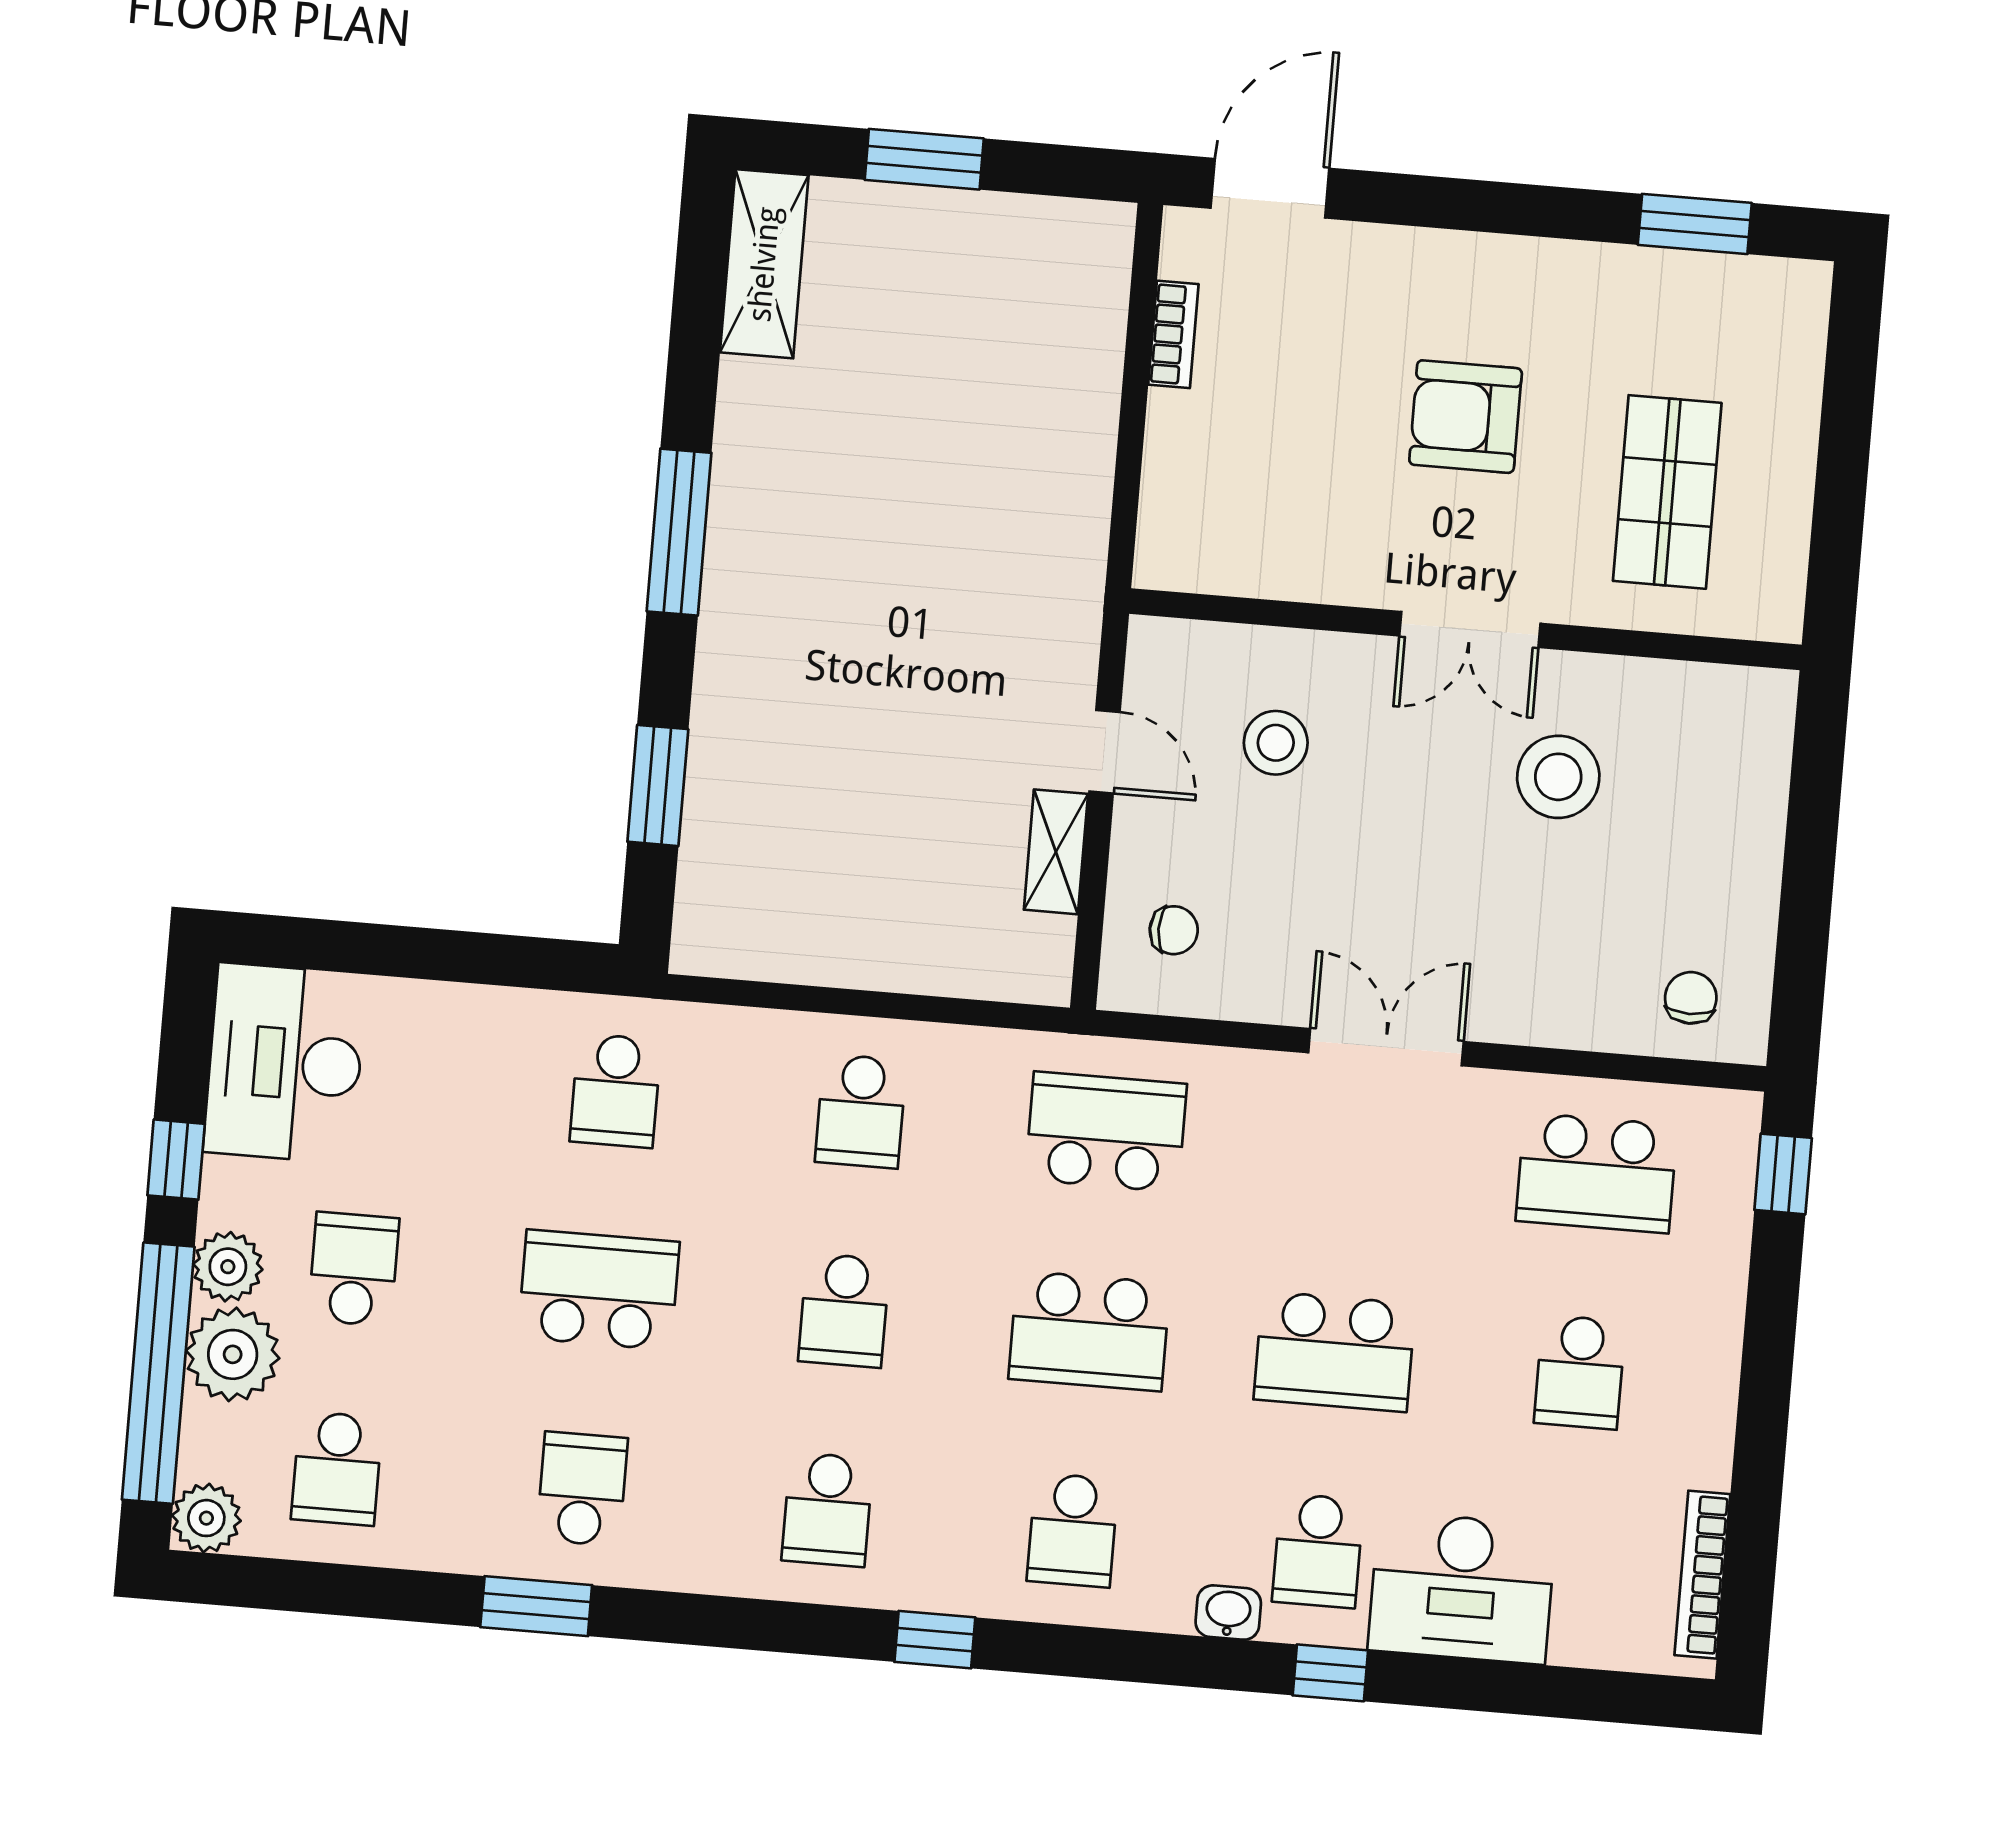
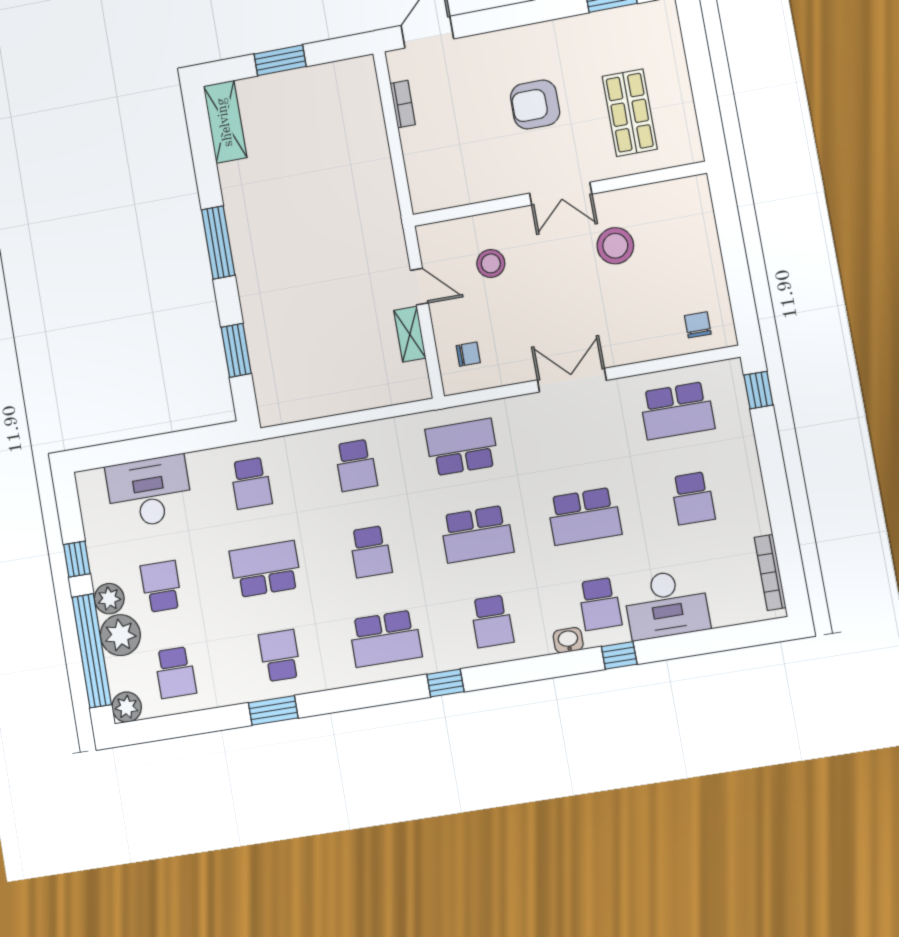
desk: (285, 1063) -> (149, 492), moved, turned 90
school desk: (827, 1510) -> (385, 639), width x1.85

